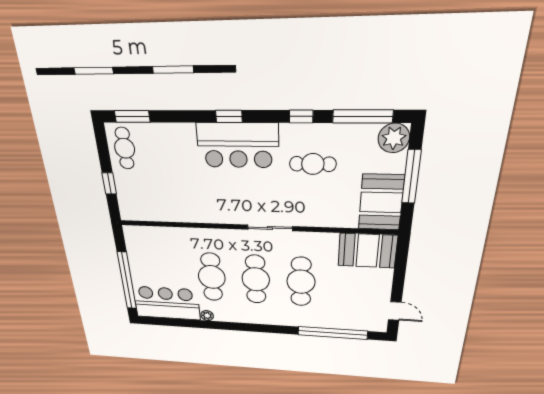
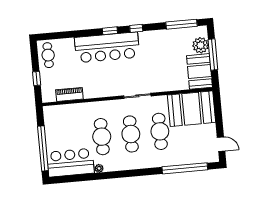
window: (132, 116) -> (54, 36), removed
window: (301, 116) -> (136, 28), moved
plant: (394, 138) -> (201, 45), moved
bar counter: (238, 145) -> (107, 47), width x1.36
cafe table: (313, 164) -> (158, 53), removed
piano: (162, 213) -> (69, 94), added
booth: (367, 251) -> (192, 109), width x1.36, depth x1.42

